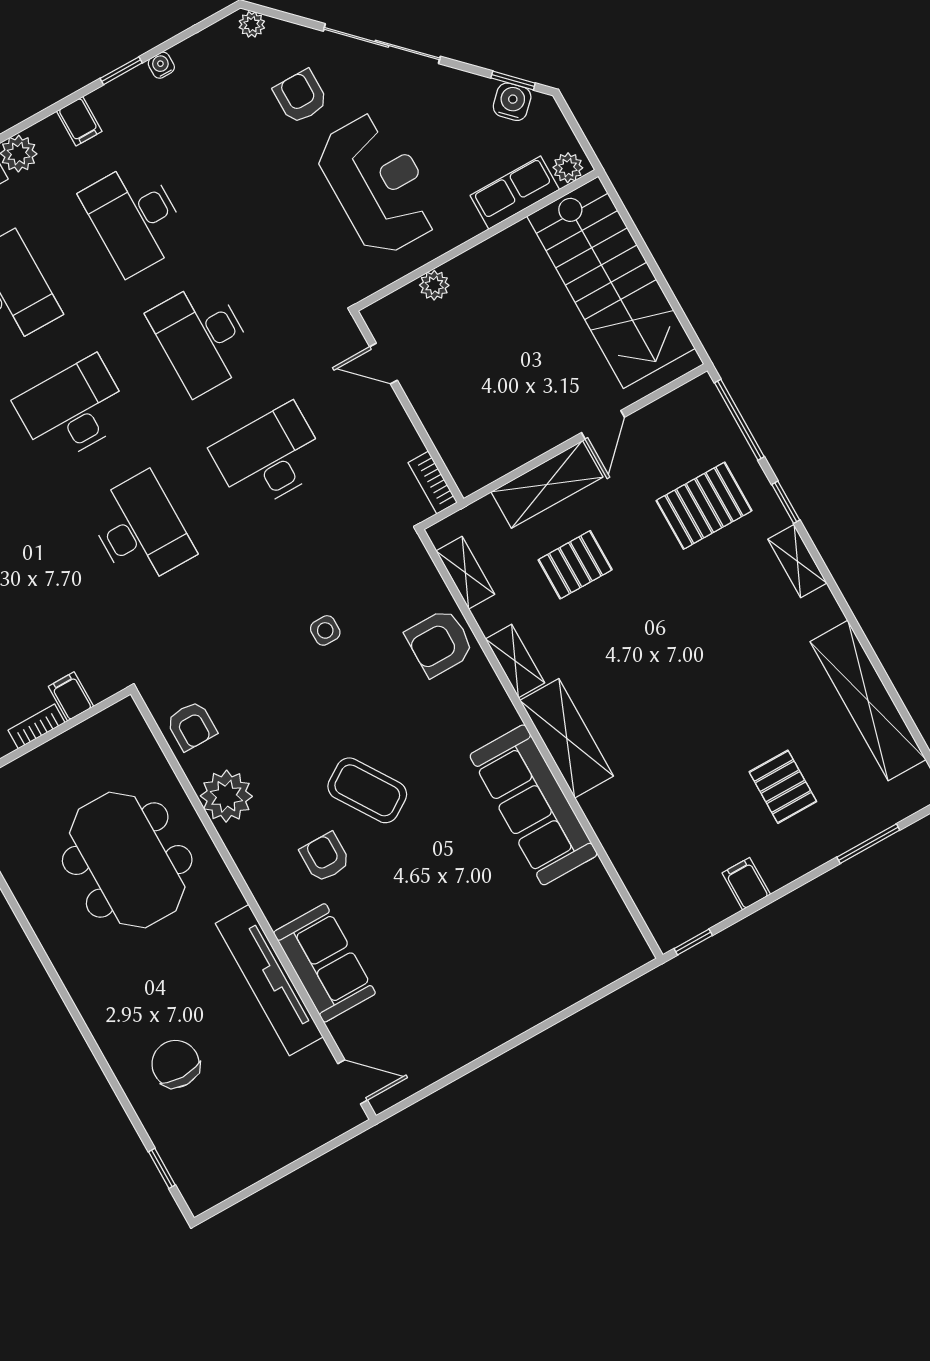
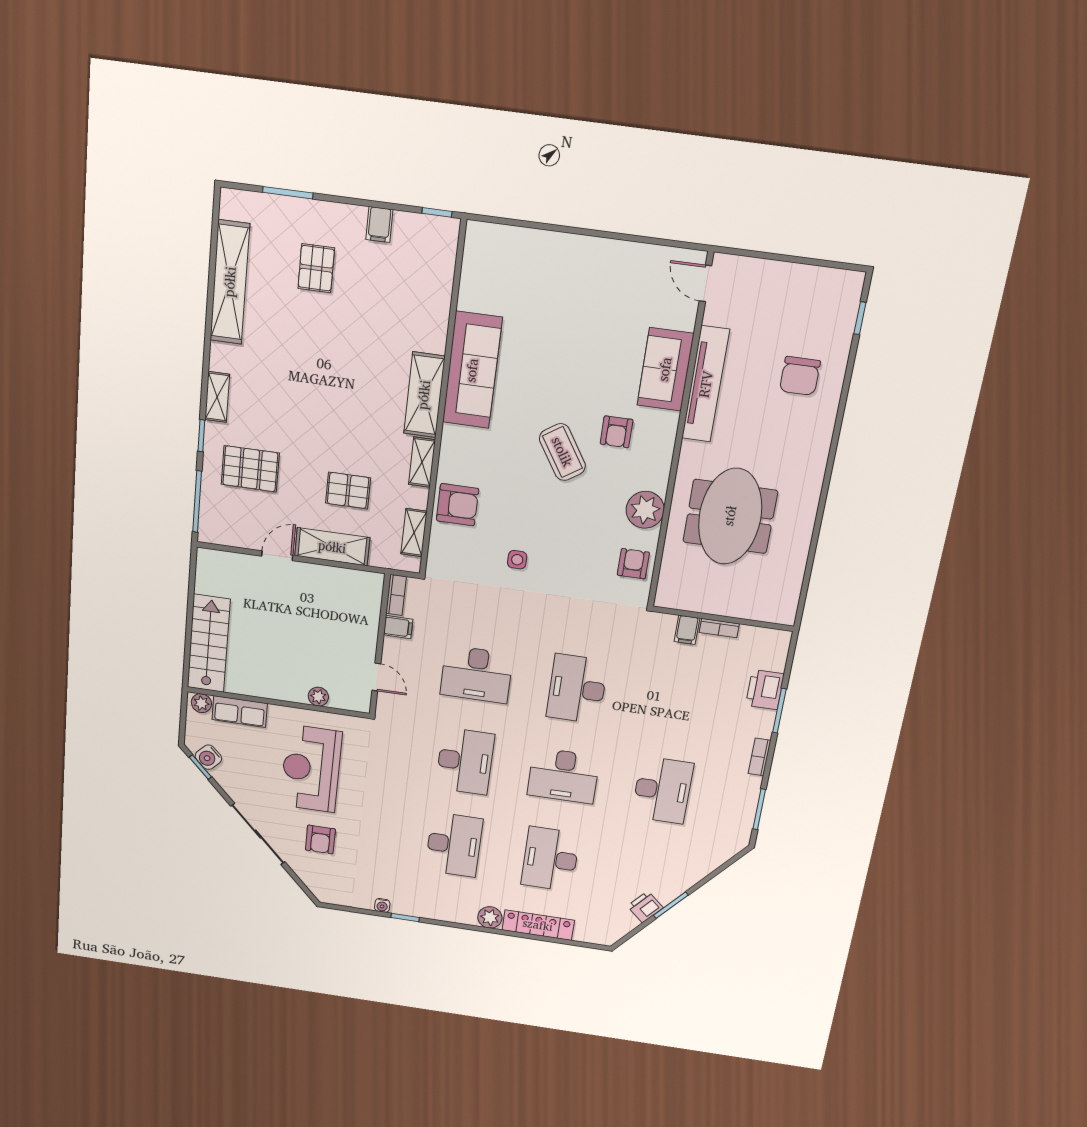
plant: (252, 24) -> (320, 891), removed
filing cabinet: (79, 121) -> (398, 627), moved, turned 90
stairs: (611, 282) -> (209, 644), width x0.73, depth x0.66

